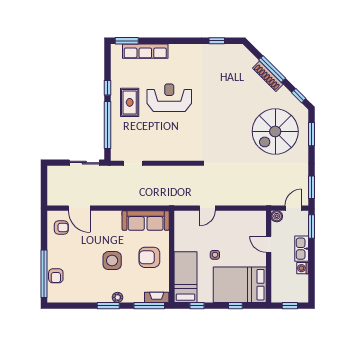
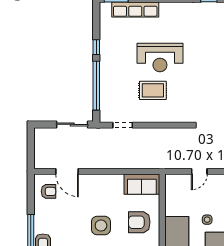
reception desk: (169, 98) -> (160, 58), turned 180
rug: (130, 102) -> (153, 90), moved, turned 90
sofa: (146, 220) -> (142, 184), width x0.73

